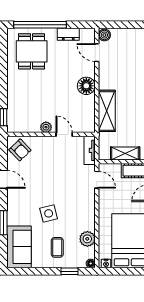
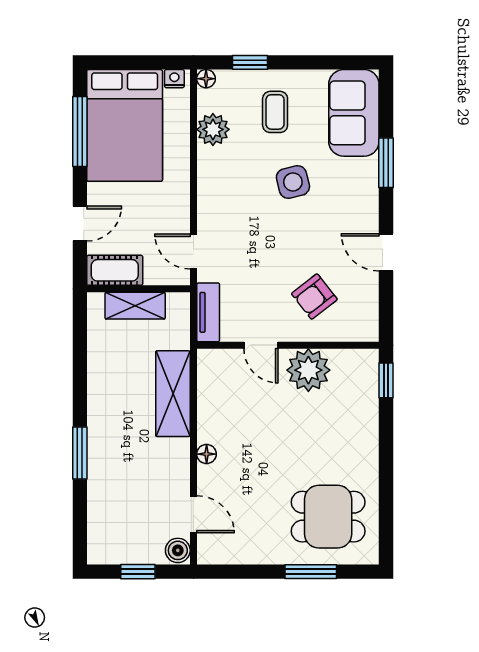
window: (40, 25) -> (311, 572), width x0.47
window: (124, 25) -> (138, 572), added
dresser: (68, 34) -> (252, 552), removed
dining table: (32, 51) -> (328, 517), turned 90
floor lamp: (86, 86) -> (207, 454), width x0.53, depth x0.53
plant: (46, 127) -> (308, 370), width x1.87, depth x1.87
armchair: (20, 150) -> (314, 297), moved, turned -84

